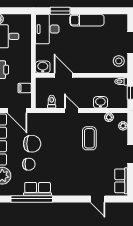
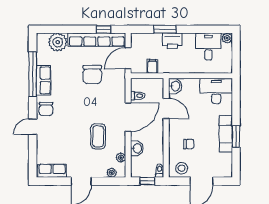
window: (60, 11) -> (236, 137), moved
chair: (96, 54) -> (189, 144), added
door: (64, 75) -> (166, 108), hinge flipped
door: (72, 111) -> (128, 117), width x1.87
coffee table: (89, 138) -> (98, 136), turned 90
chair: (29, 164) -> (46, 109), moved
door: (98, 199) -> (33, 127), moved

